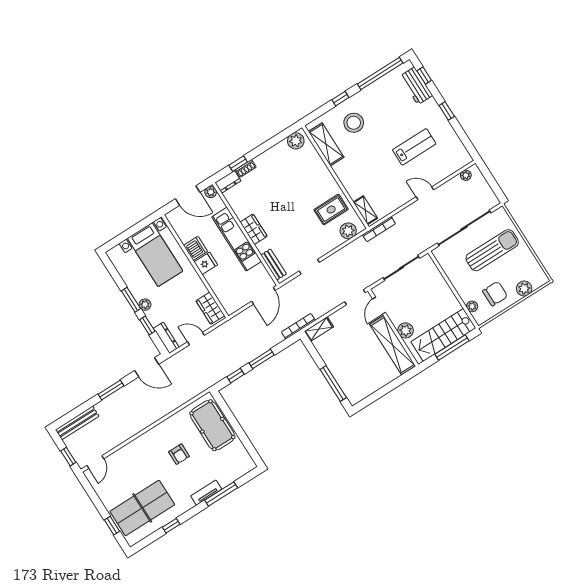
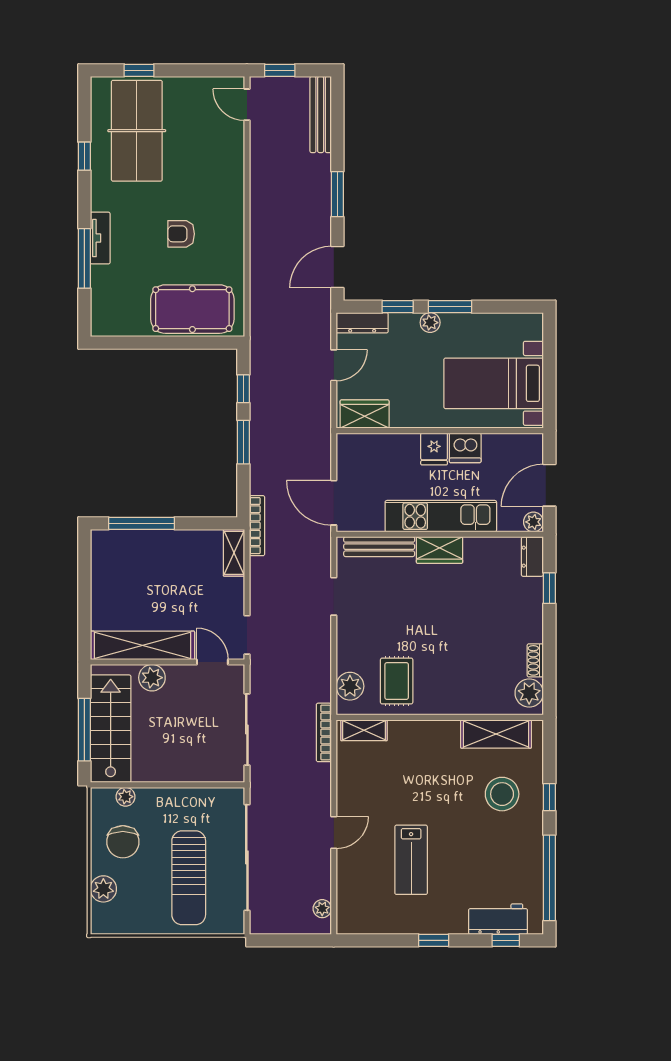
shoe rack: (246, 168) -> (535, 660), moved
bench: (274, 265) -> (379, 547), width x1.36

